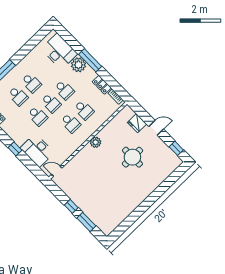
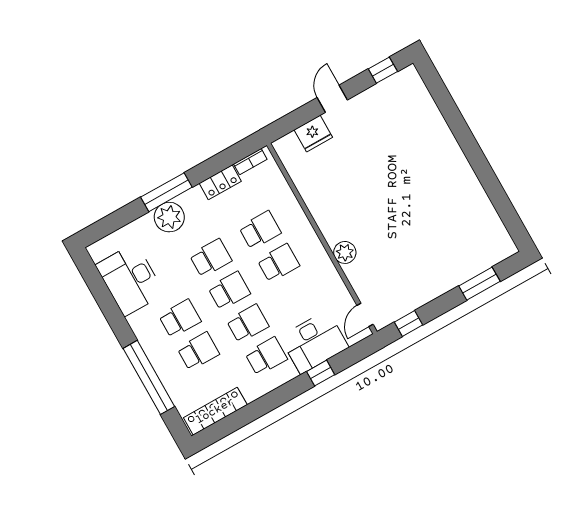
desk: (59, 51) -> (130, 279), moved, turned -90
school desk: (24, 129) -> (266, 356), added
plant: (96, 142) -> (345, 252), moved
window: (15, 149) -> (321, 373), moved
round table: (132, 157) -> (377, 160), removed
window: (71, 206) -> (408, 324), moved

